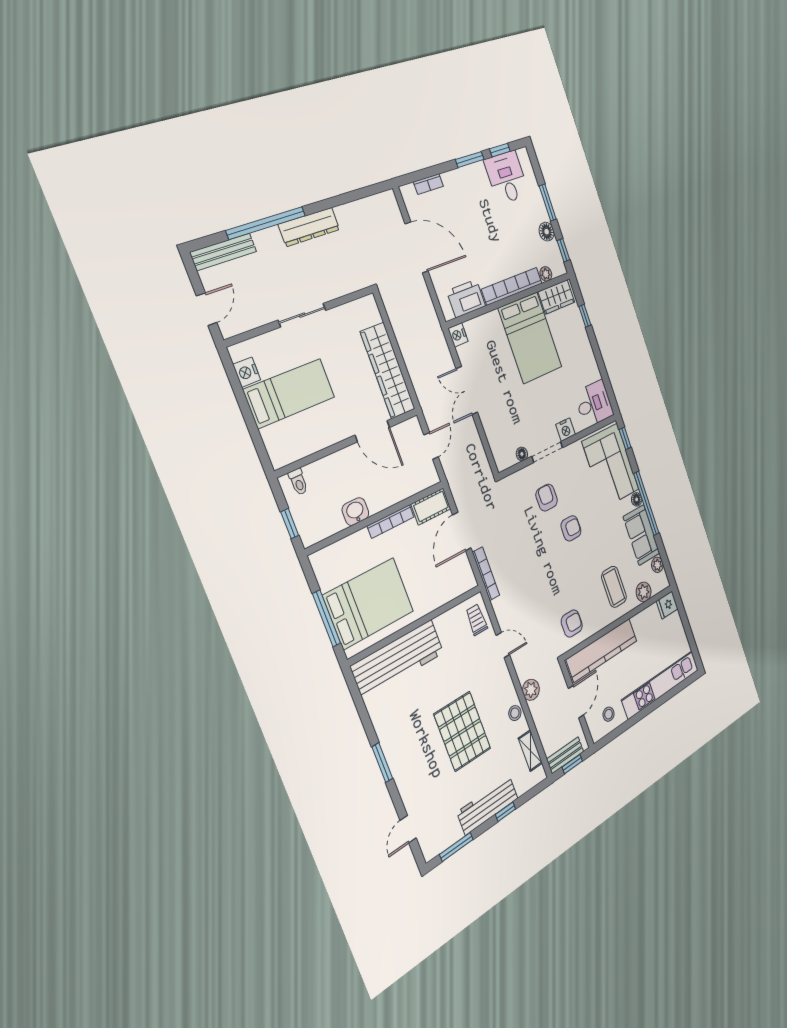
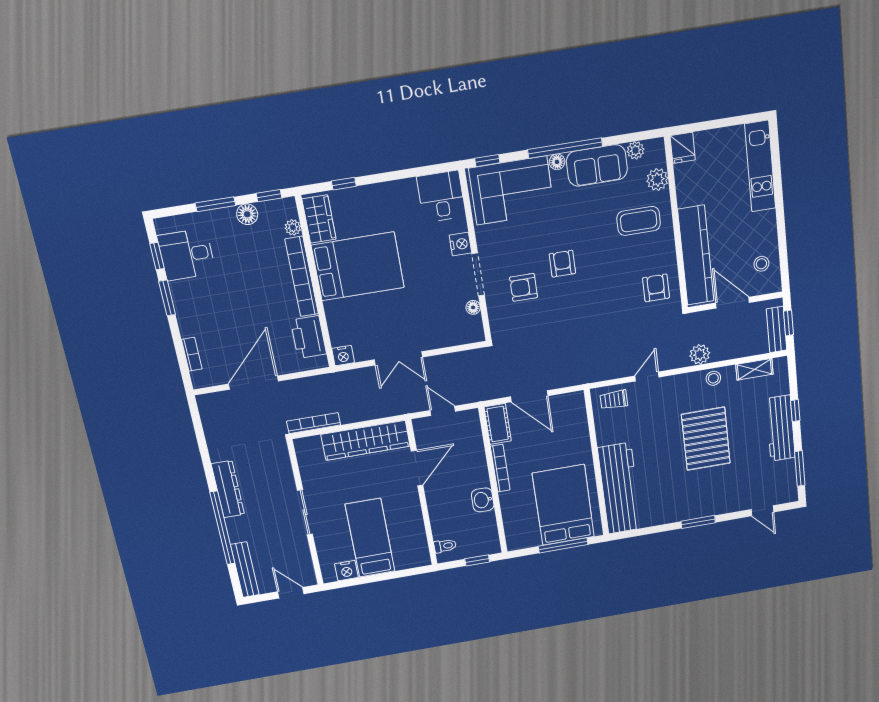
bookcase: (486, 574) -> (314, 423), moved
kitchen unit: (661, 685) -> (760, 166), width x0.73
pallet: (462, 731) -> (706, 439), turned 90

